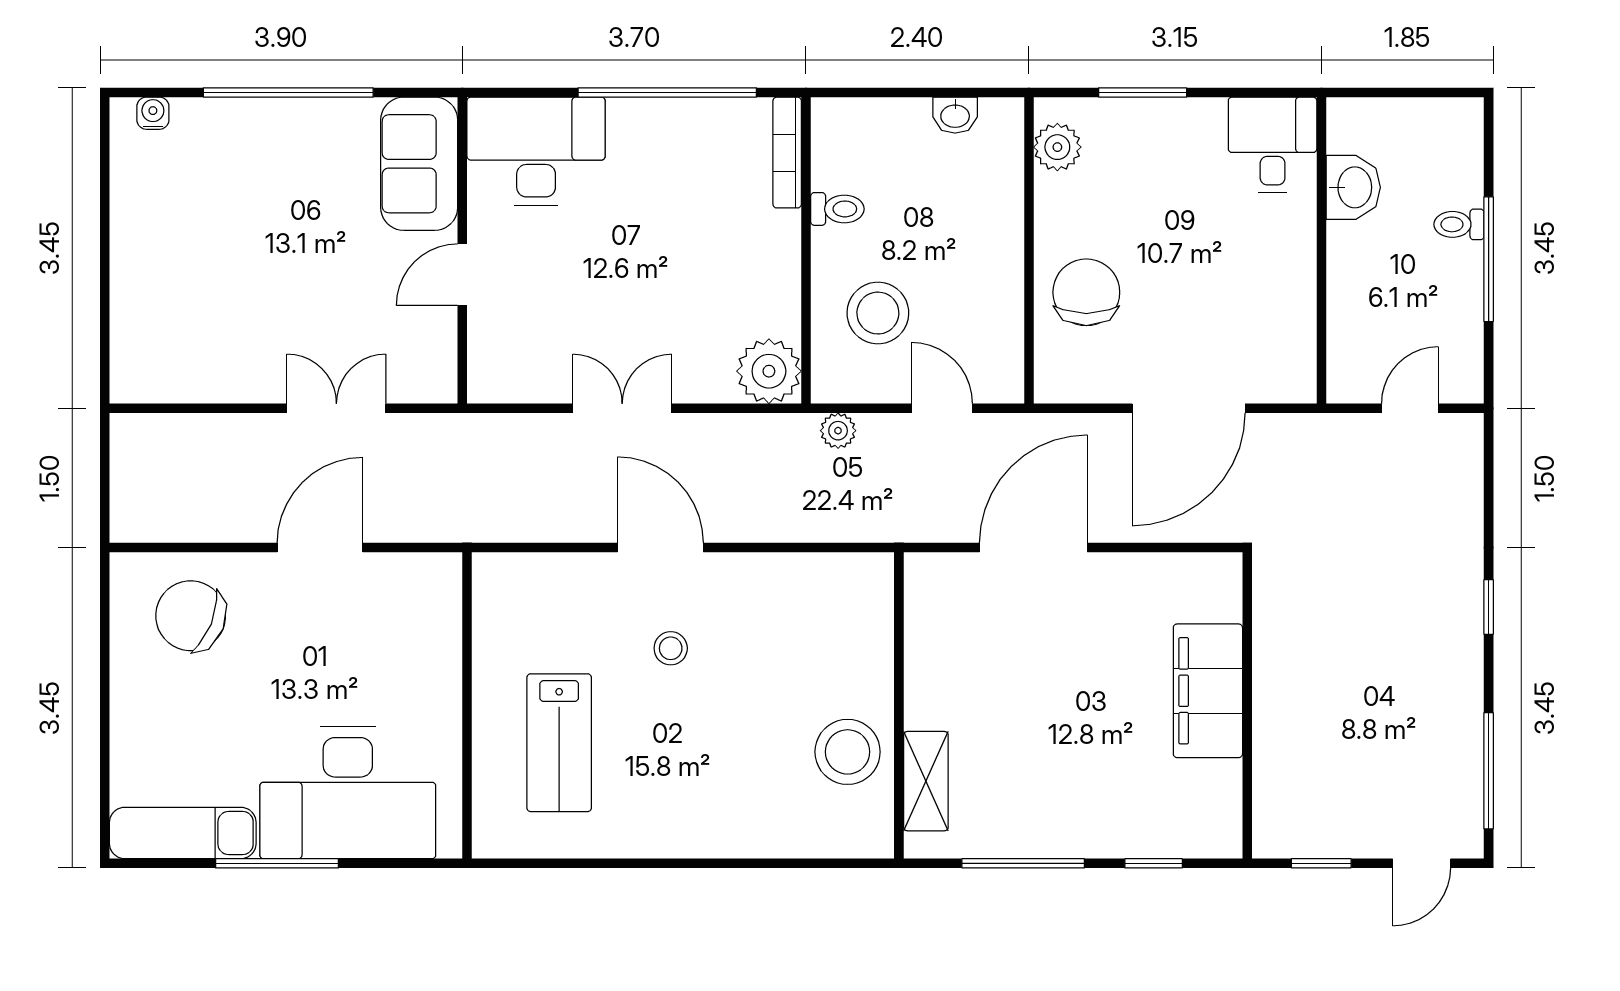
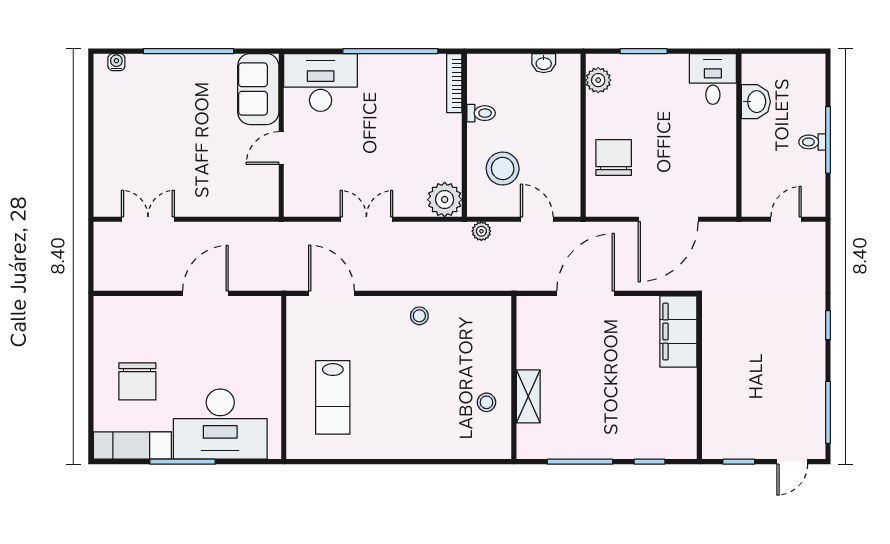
toilet: (1459, 224) -> (812, 142), moved
double door: (336, 408) -> (148, 219), moved
door: (660, 548) -> (332, 293), moved
chair: (191, 616) -> (137, 381), moved, turned -112
stool: (671, 648) -> (419, 316), moved
filing cabinet: (1208, 691) -> (678, 332), moved
stool: (848, 752) -> (486, 402), width x0.53, depth x0.53
shelving: (926, 781) -> (528, 396), moved

